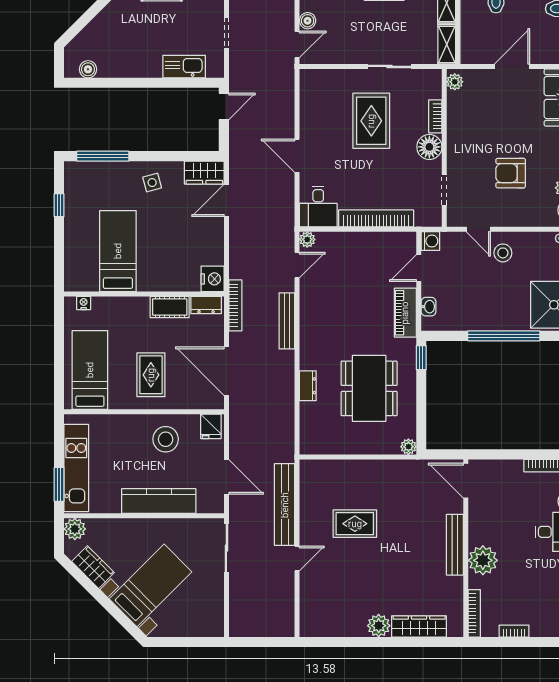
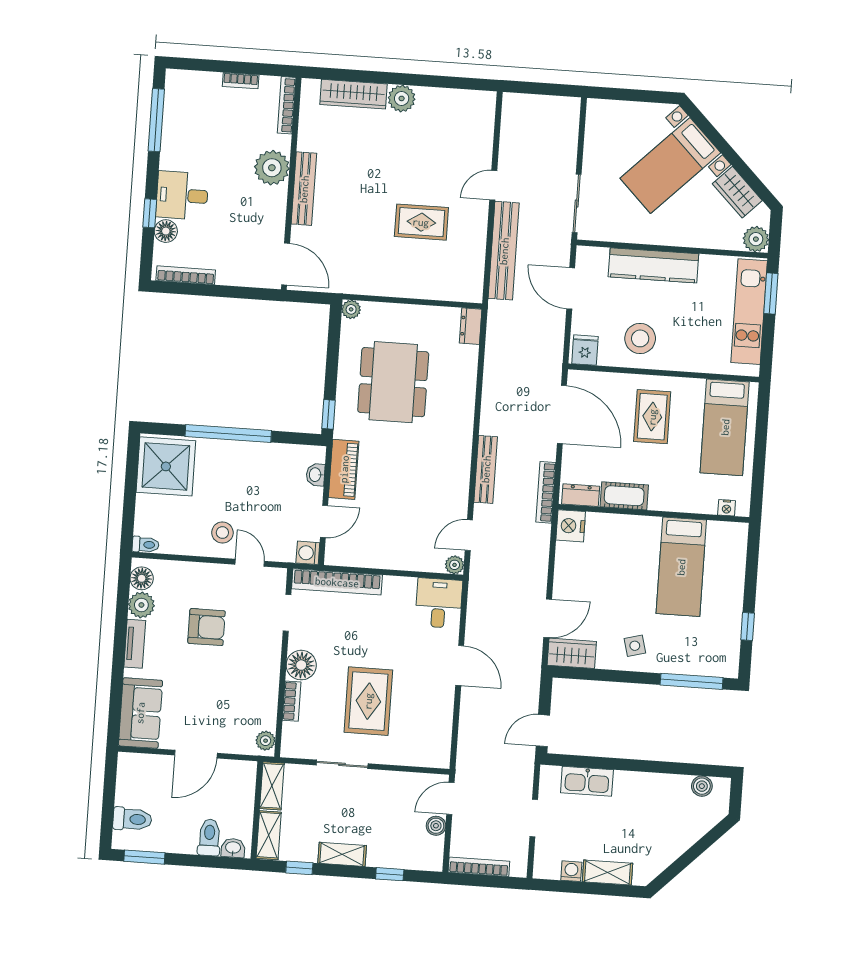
bookcase: (376, 218) -> (337, 582), moved
dresser: (308, 386) -> (471, 326), moved

